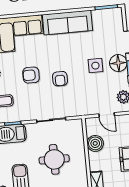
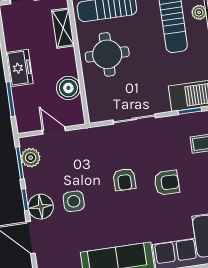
armchair: (60, 79) -> (124, 180), turned 180
round table: (54, 159) -> (107, 54), moved

